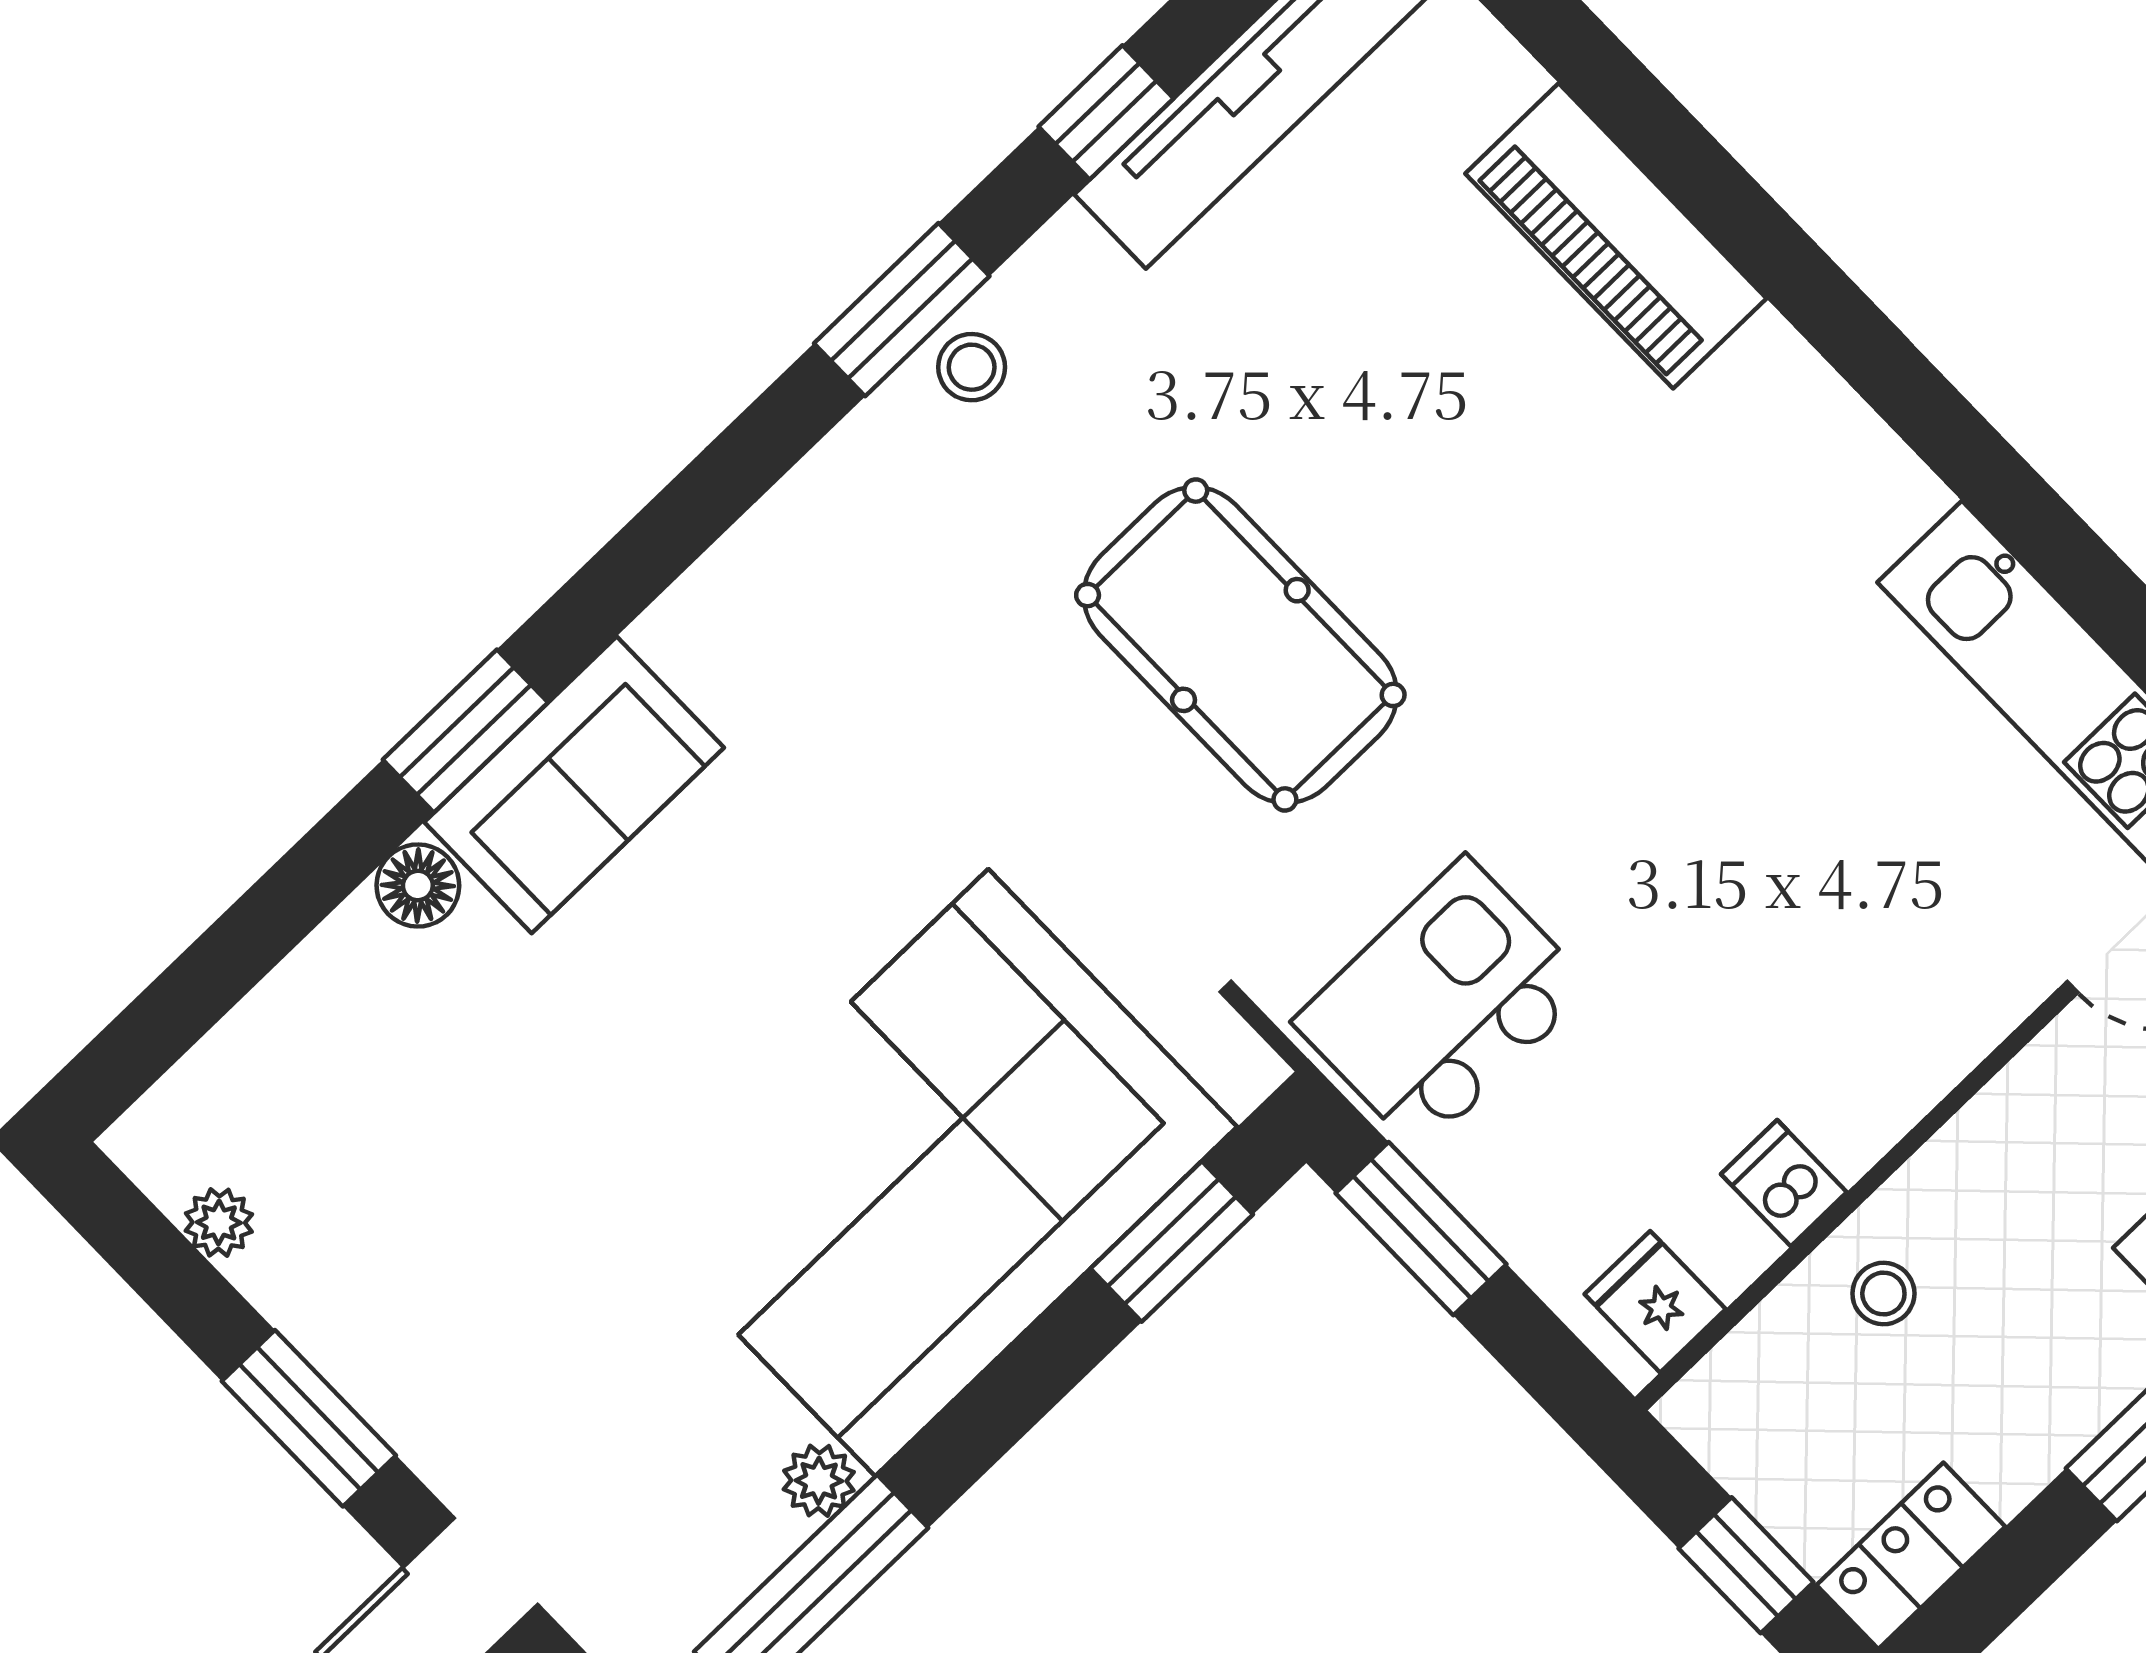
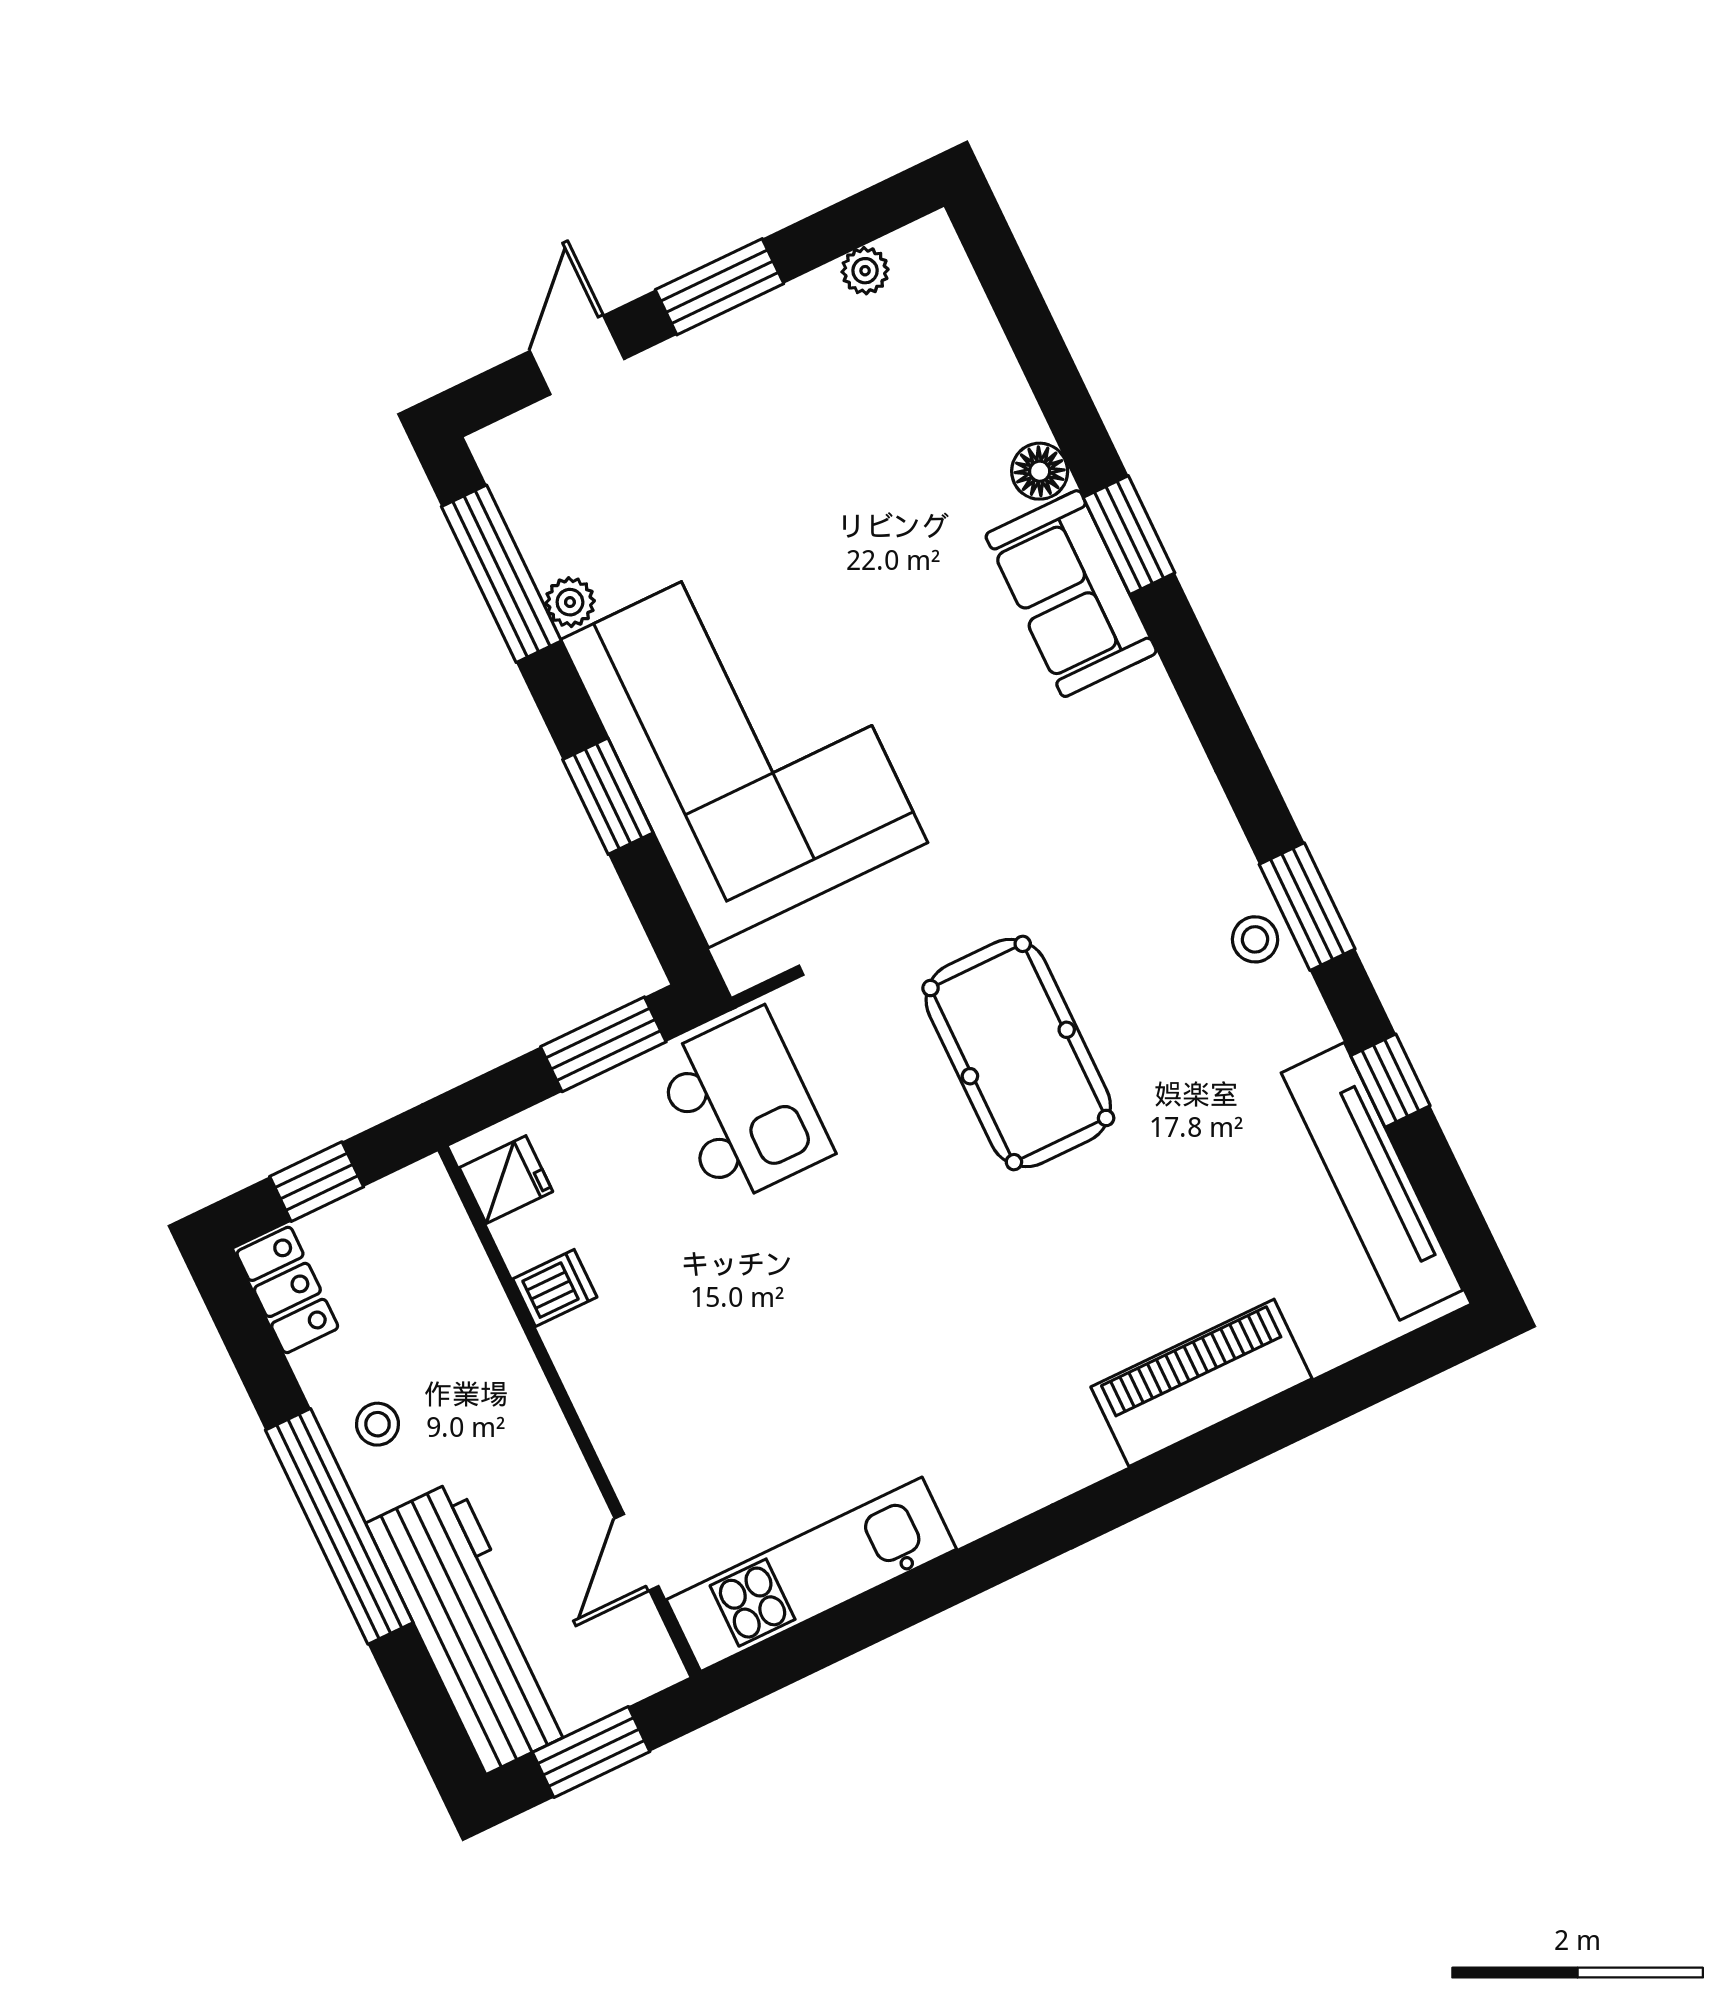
pool table: (1240, 645) -> (1018, 1053), turned 90
window: (1172, 1242) -> (608, 796), moved
stool: (1883, 1294) -> (378, 1424), moved

